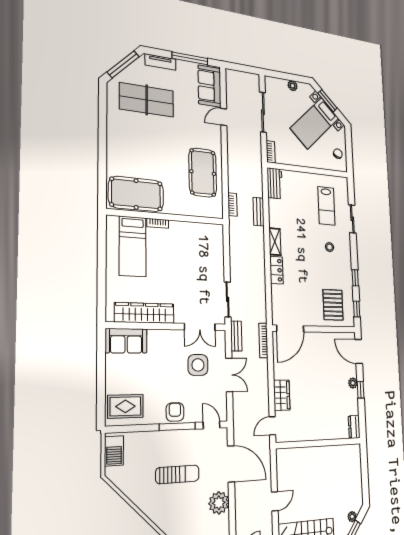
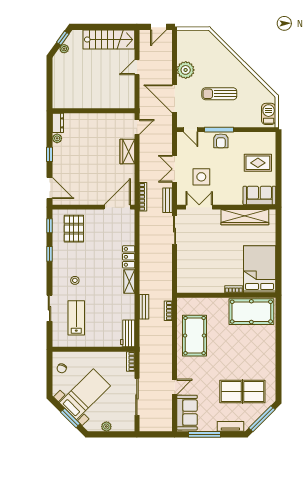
bed: (133, 246) -> (260, 269), width x1.50
plant: (353, 383) -> (57, 138), moved
rug: (125, 406) -> (258, 163), moved

